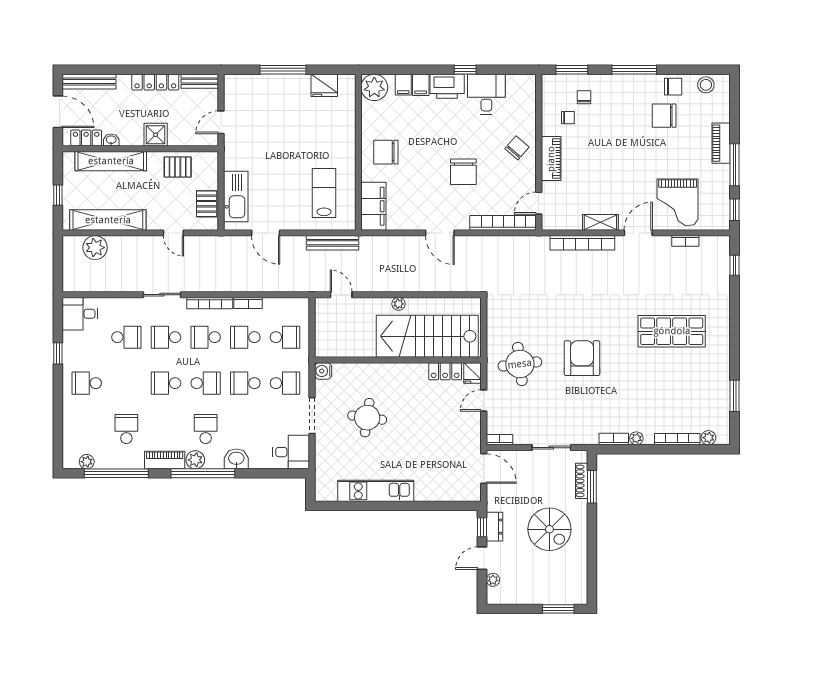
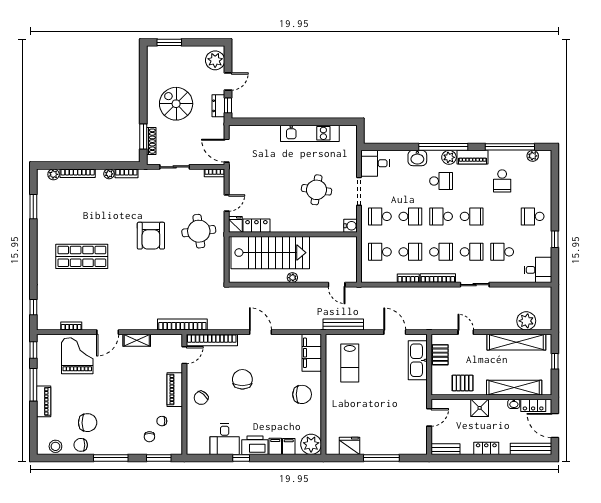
locker: (155, 82) -> (486, 448), width x0.66
bookcase: (582, 243) -> (182, 325), moved
school desk: (87, 383) -> (533, 216), turned 180
school desk: (206, 429) -> (441, 181), turned -90
plant: (493, 580) -> (215, 60), width x1.88, depth x1.88

